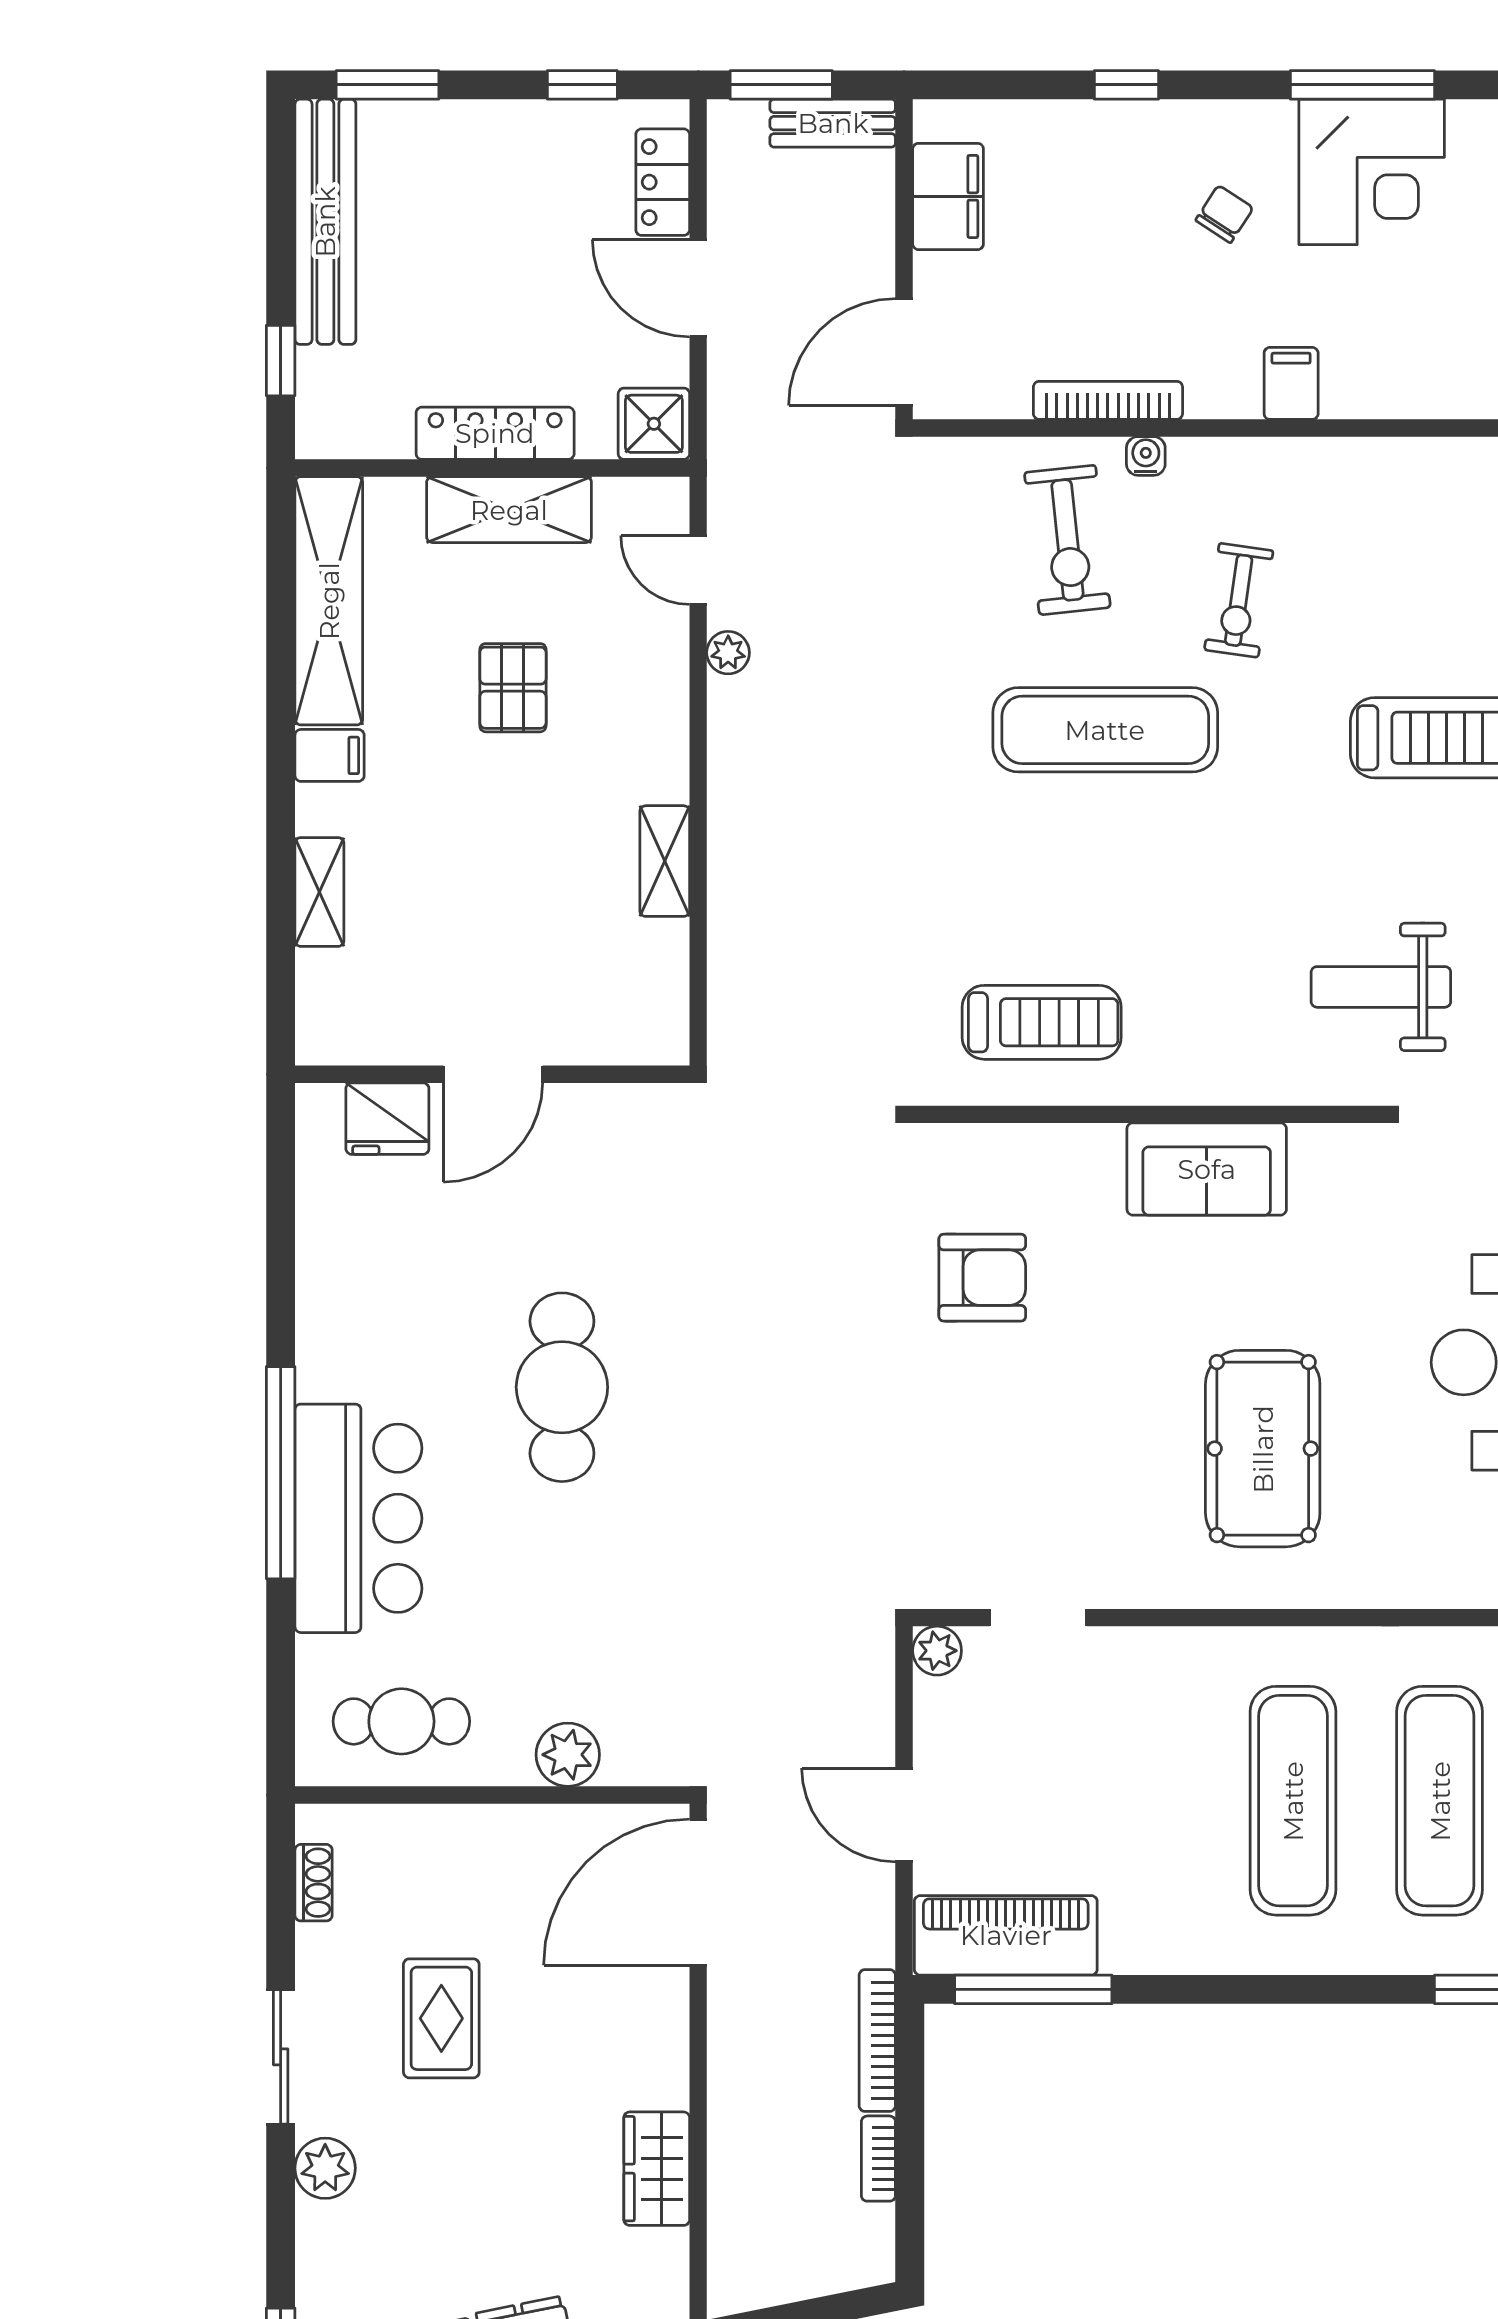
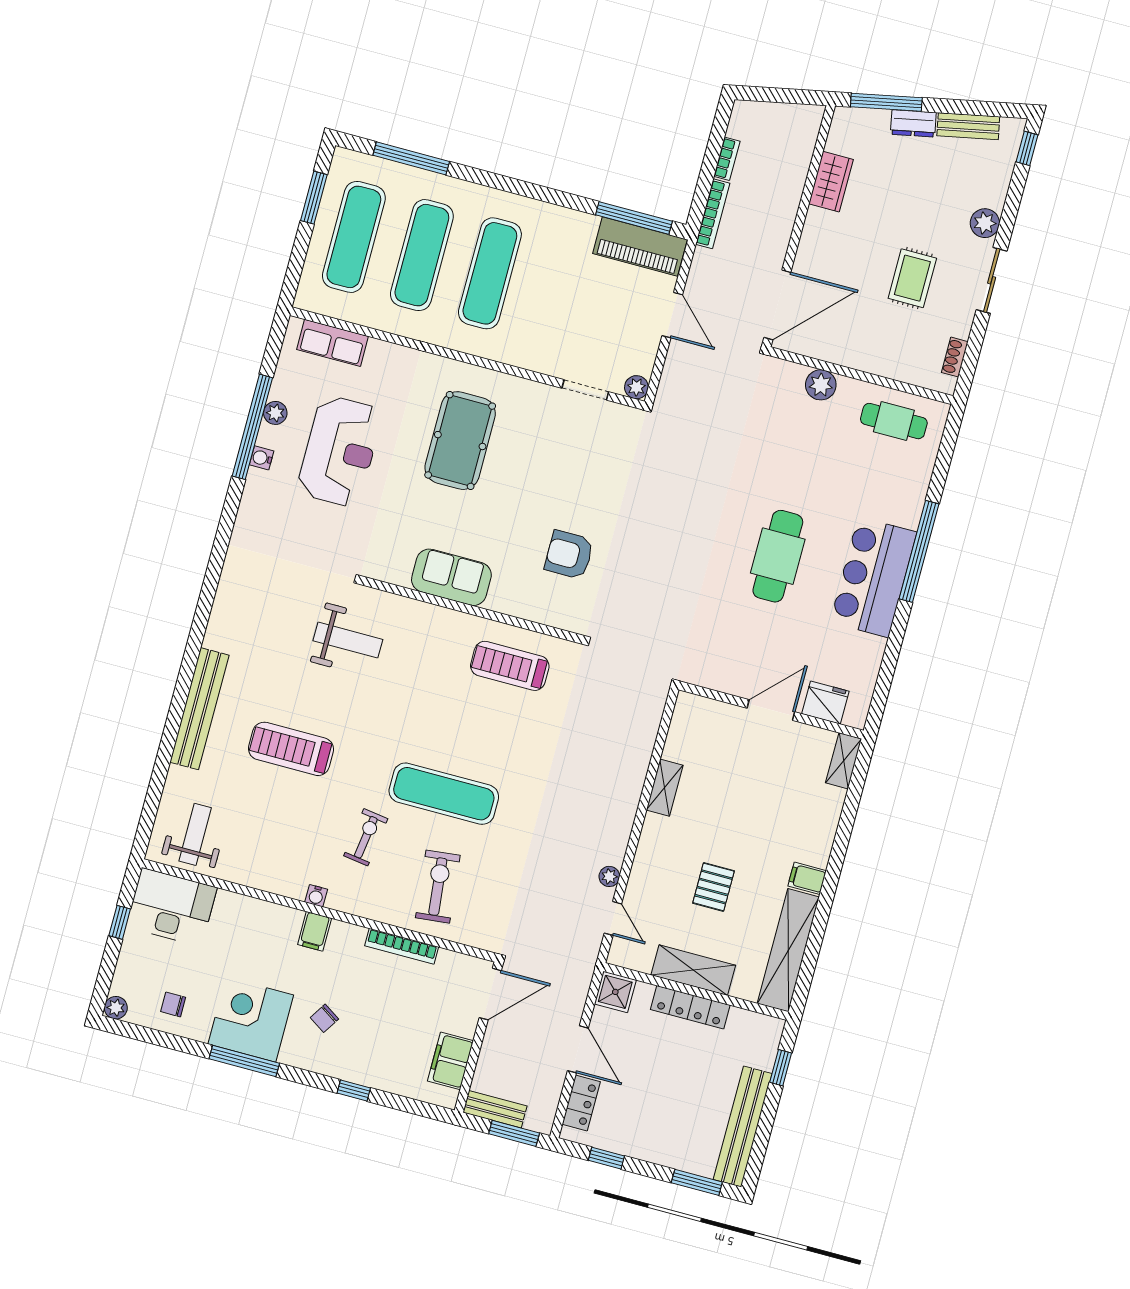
water cooler: (1146, 456) -> (316, 896), moved
shelving: (319, 892) -> (844, 761), moved
bar counter: (358, 1518) -> (873, 577), moved

